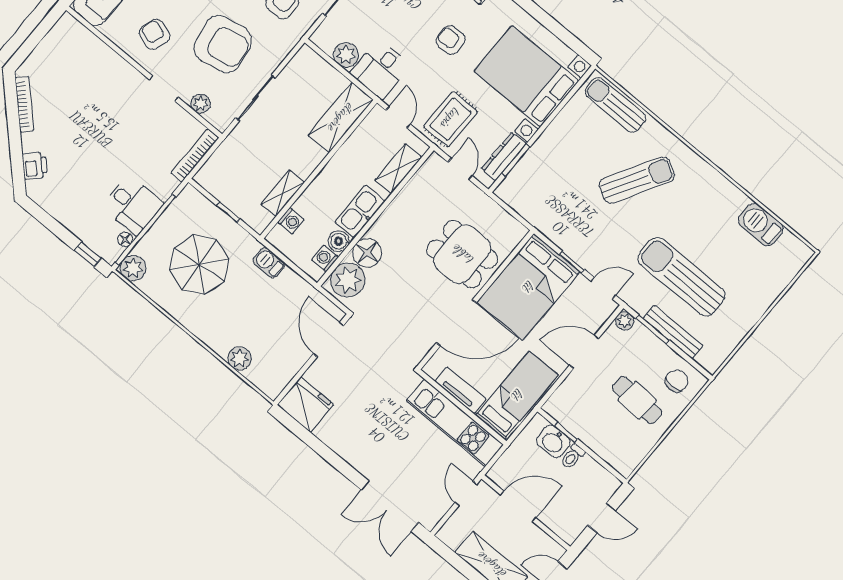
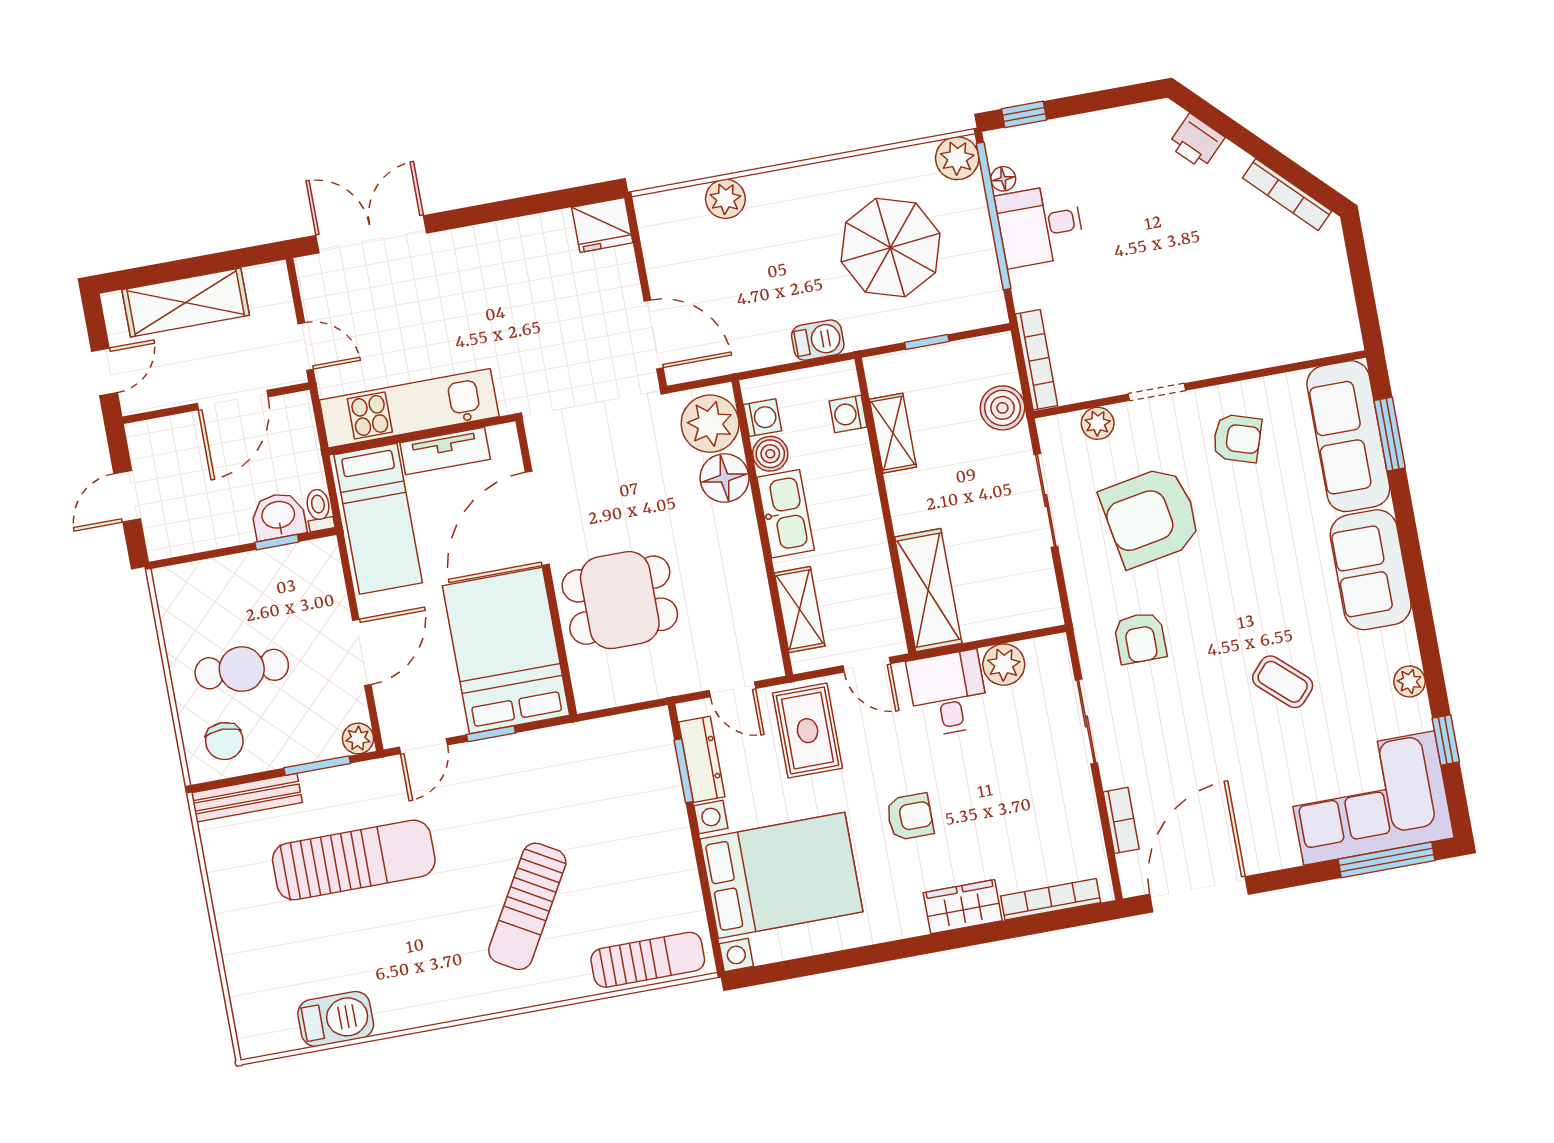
boiler: (230, 153) -> (1002, 408), added
bench: (673, 332) -> (247, 798), moved
fridge: (305, 405) -> (602, 225), width x0.73, depth x0.75
toilet: (573, 457) -> (319, 510), moved

